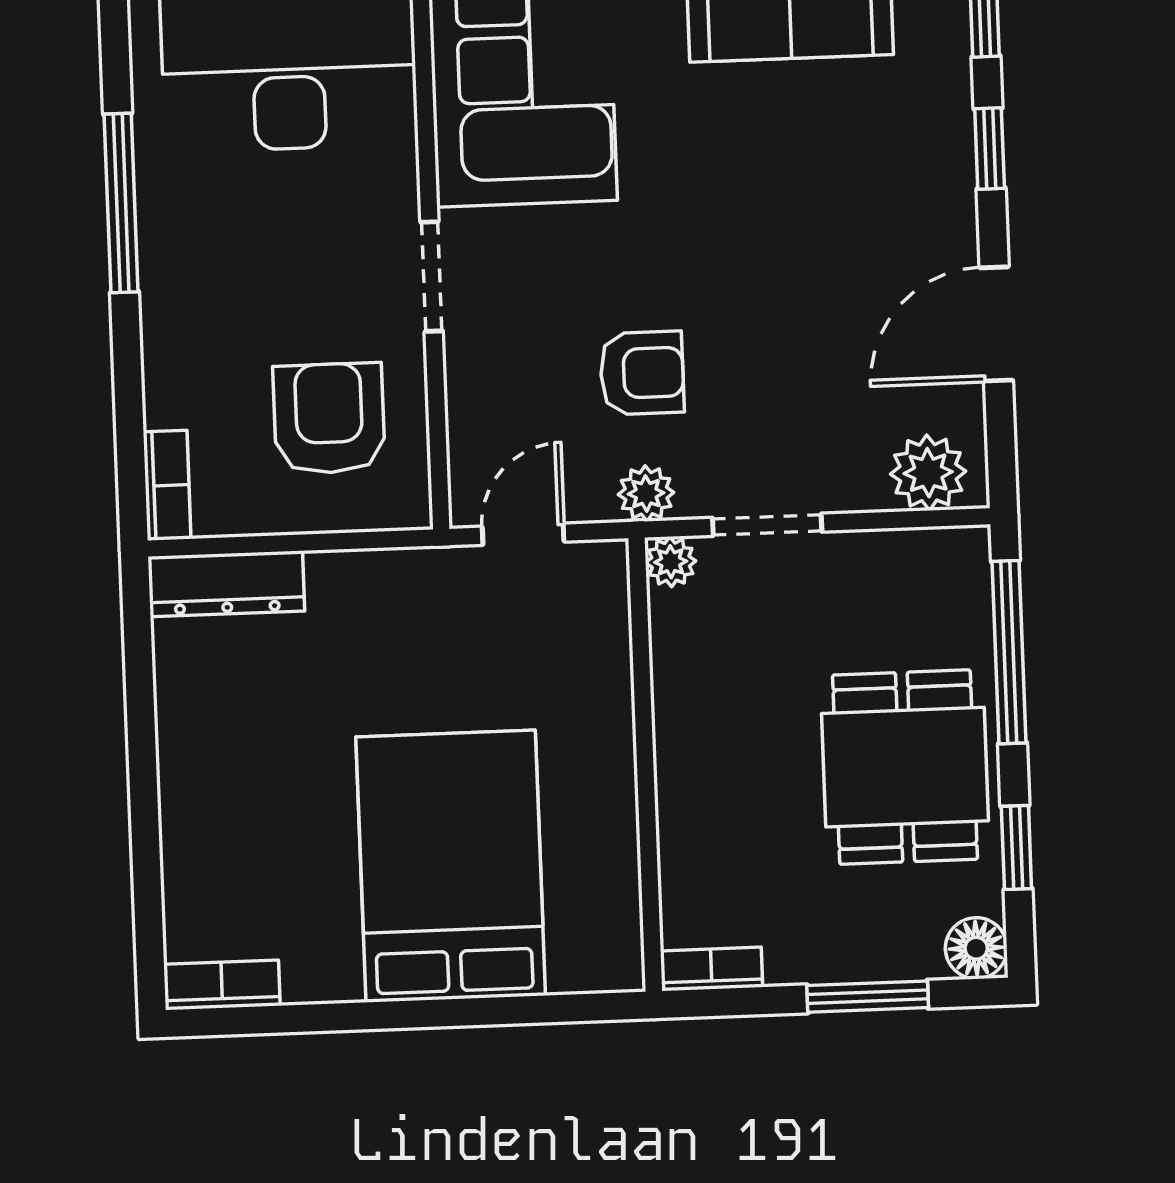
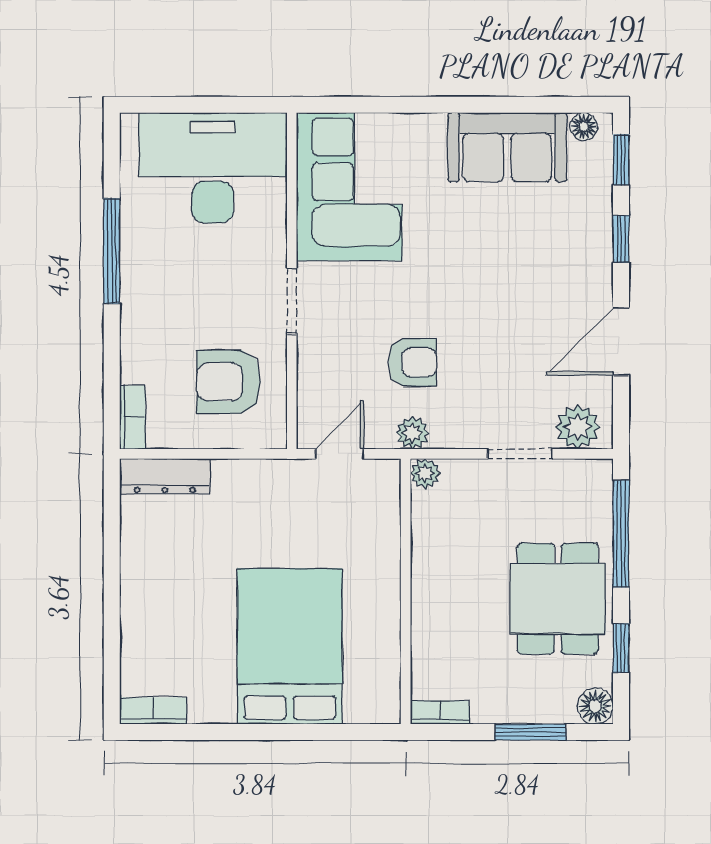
armchair: (329, 418) -> (229, 382), turned -90
doorway: (767, 525) -> (520, 454), moved

